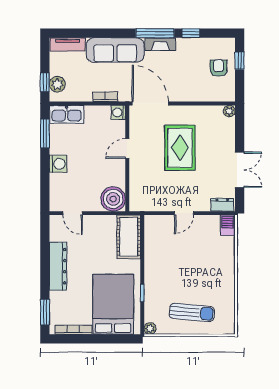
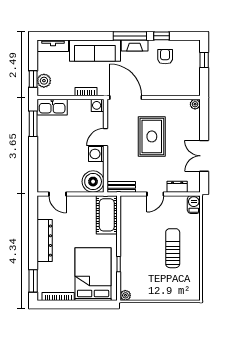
armchair: (219, 68) -> (165, 57), moved
washing machine: (58, 164) -> (96, 154), moved, turned 180
double door: (240, 170) -> (204, 156), swing flipped
bench: (145, 205) -> (121, 187), added
dresser: (222, 205) -> (177, 187), moved
sun lounger: (192, 312) -> (173, 248), moved, turned -95

